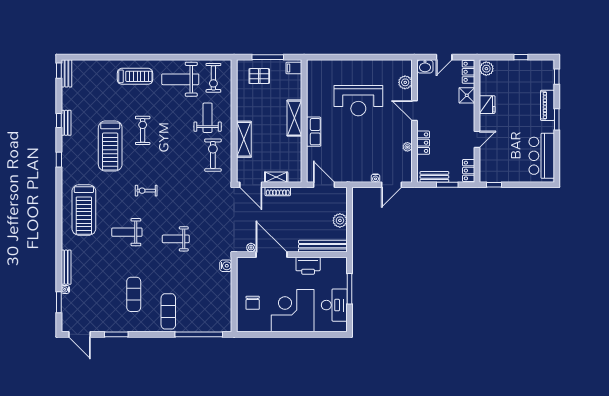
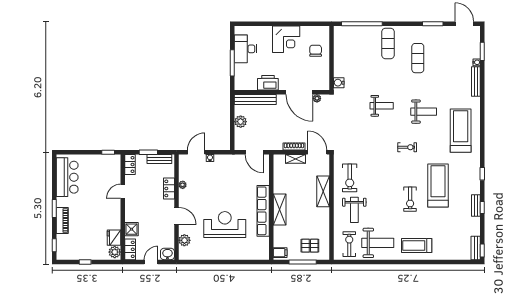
fridge: (487, 105) -> (114, 238), moved
row of seats: (314, 132) -> (263, 211), width x2.02
corner desk: (293, 311) -> (286, 39), width x0.74, depth x0.74

